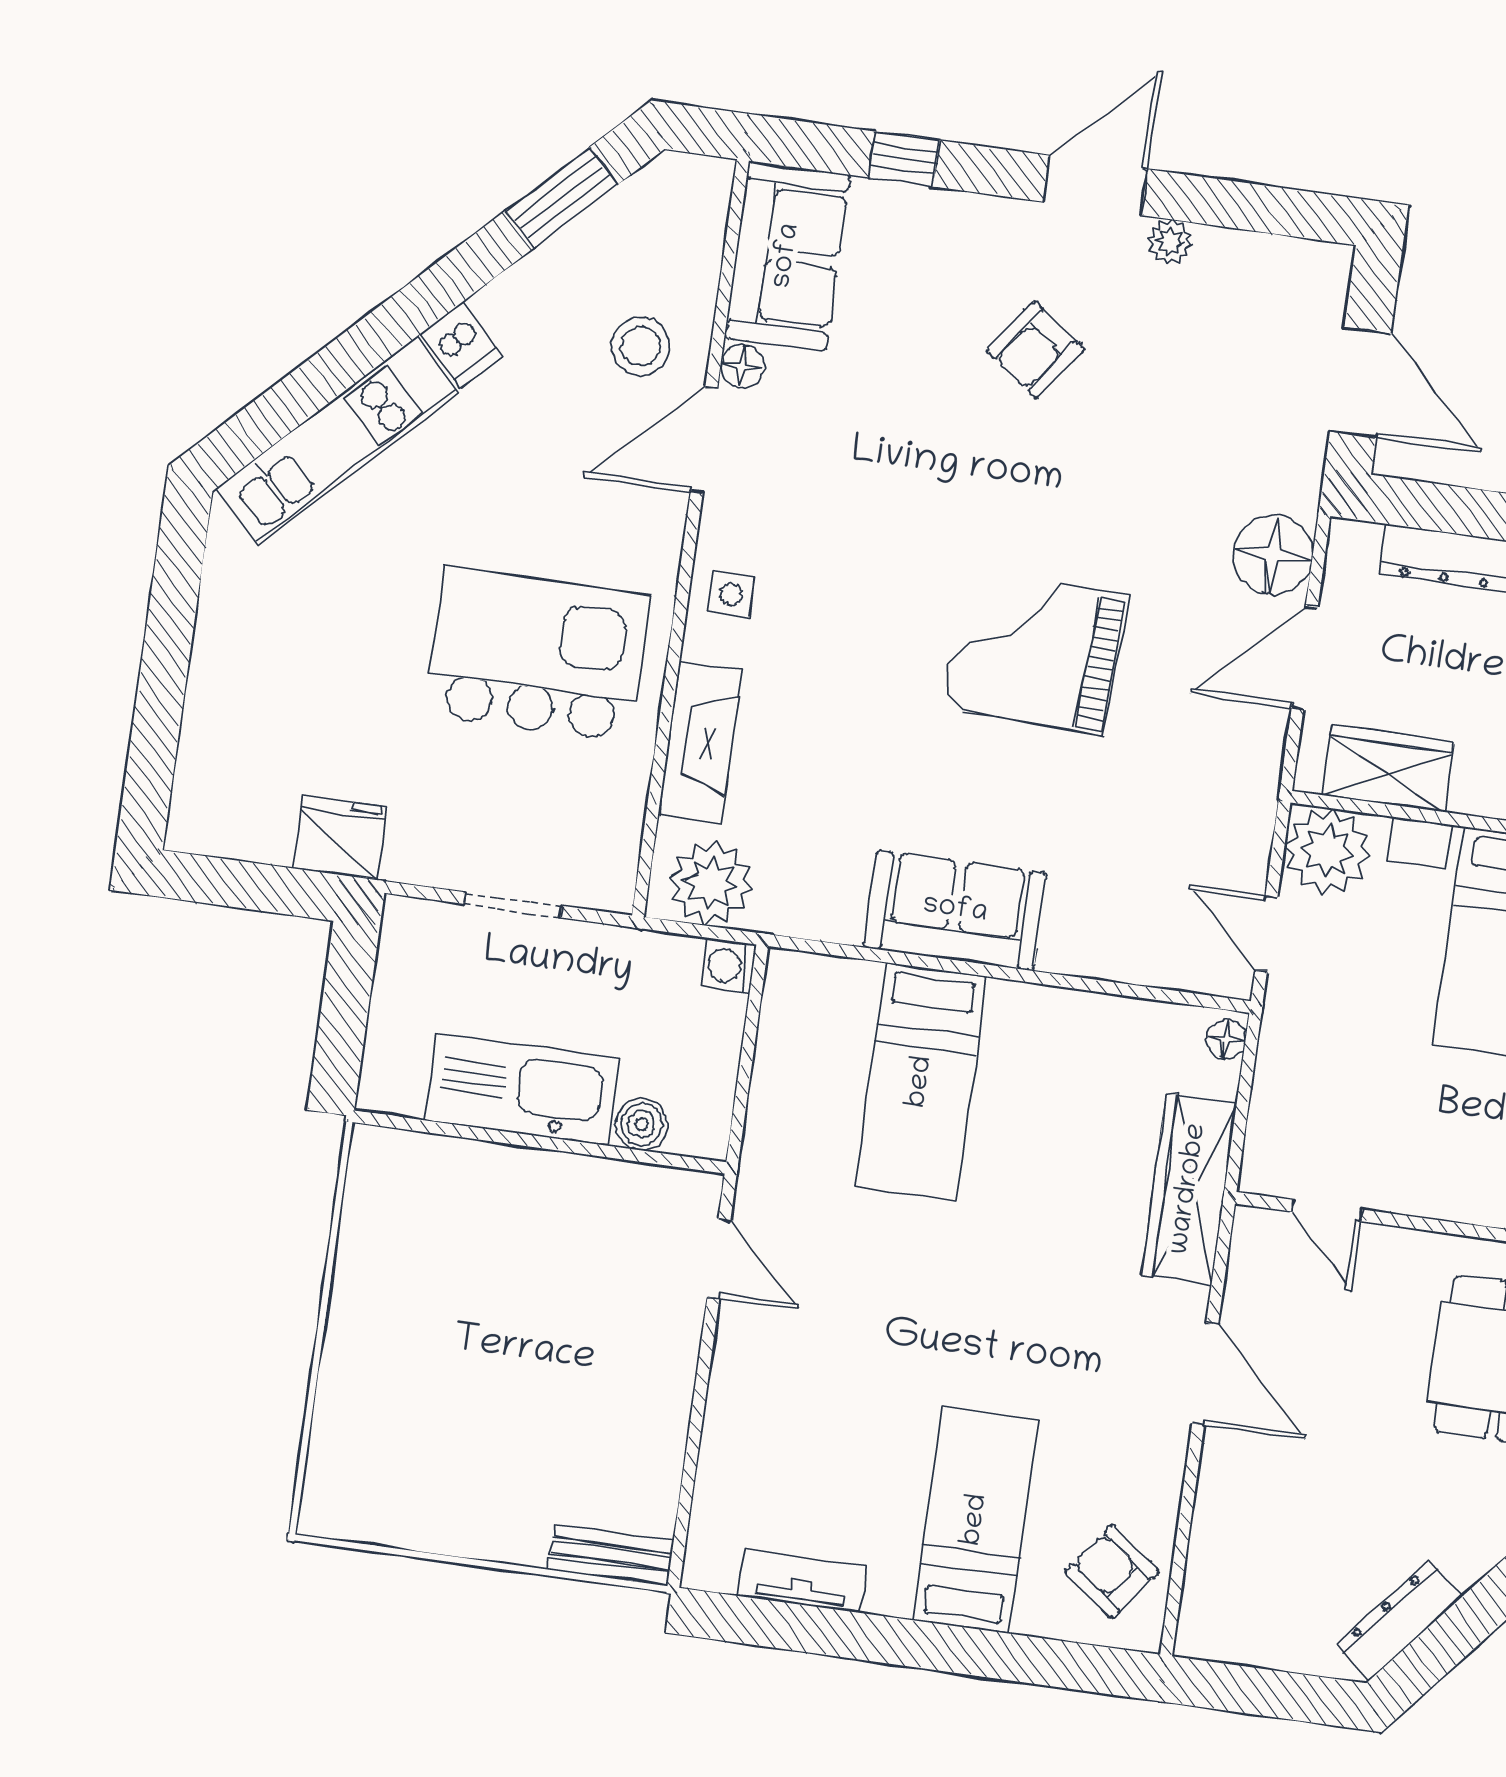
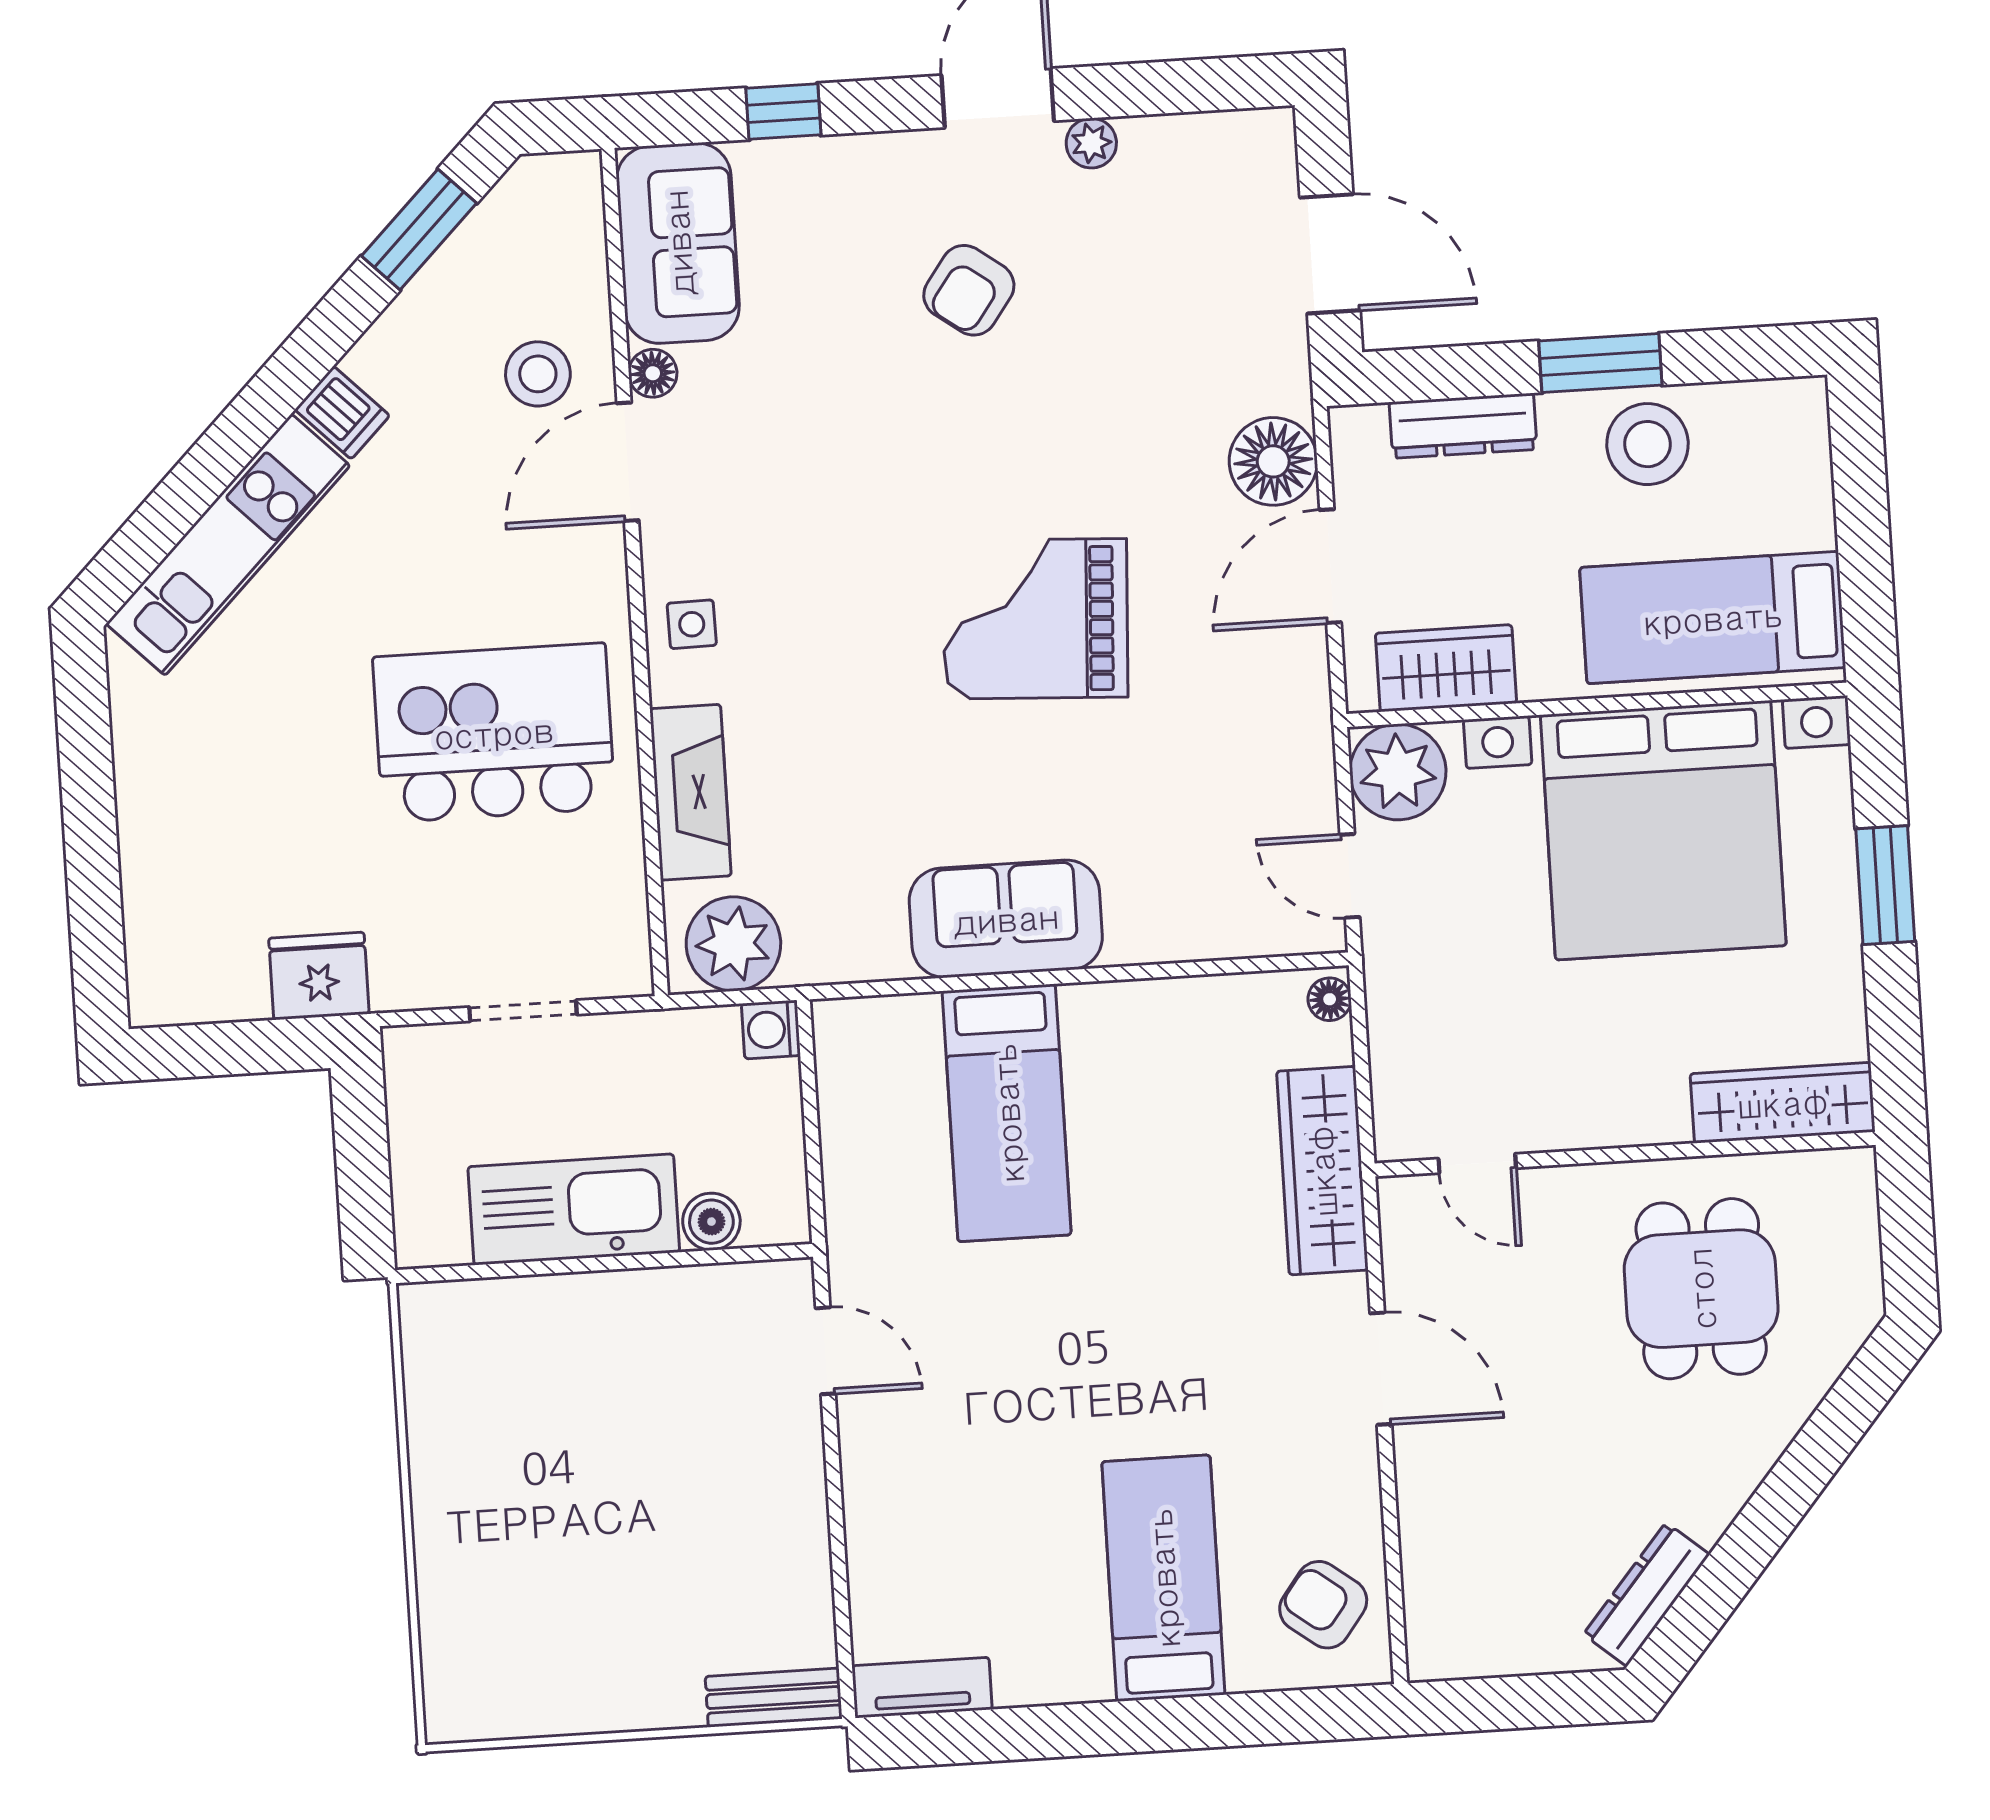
tv unit: (802, 1581) -> (922, 1688), moved

